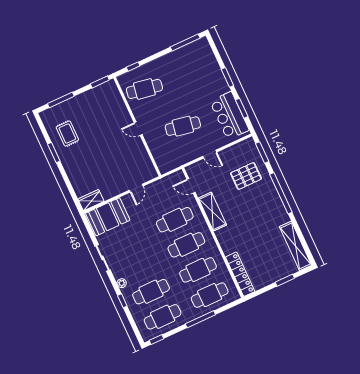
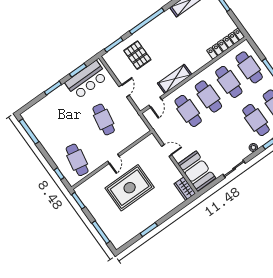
rug: (67, 134) -> (130, 188), moved, width x1.86, depth x2.06

